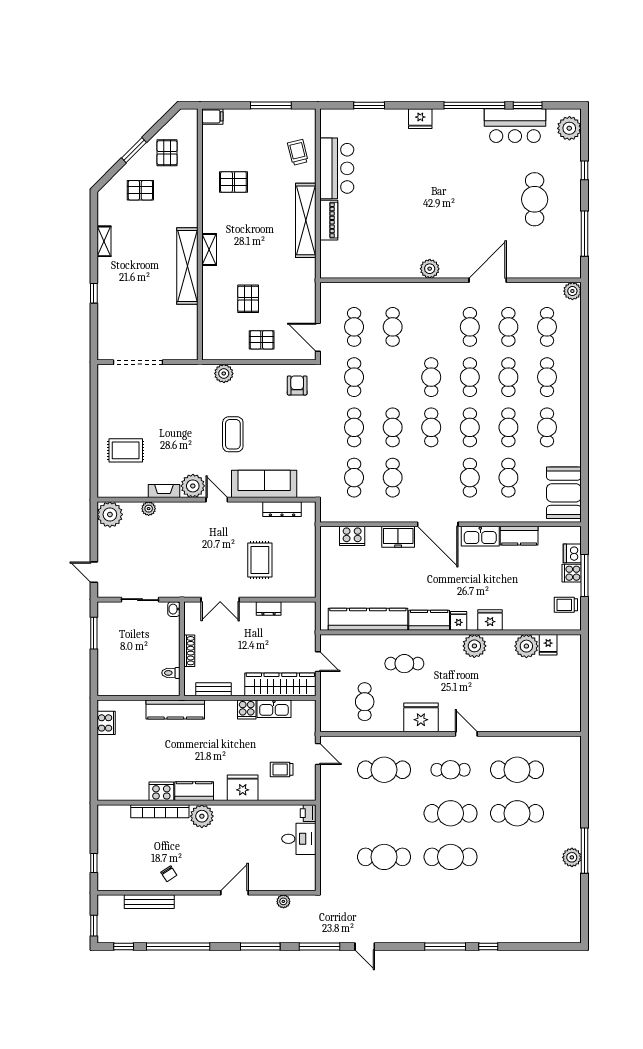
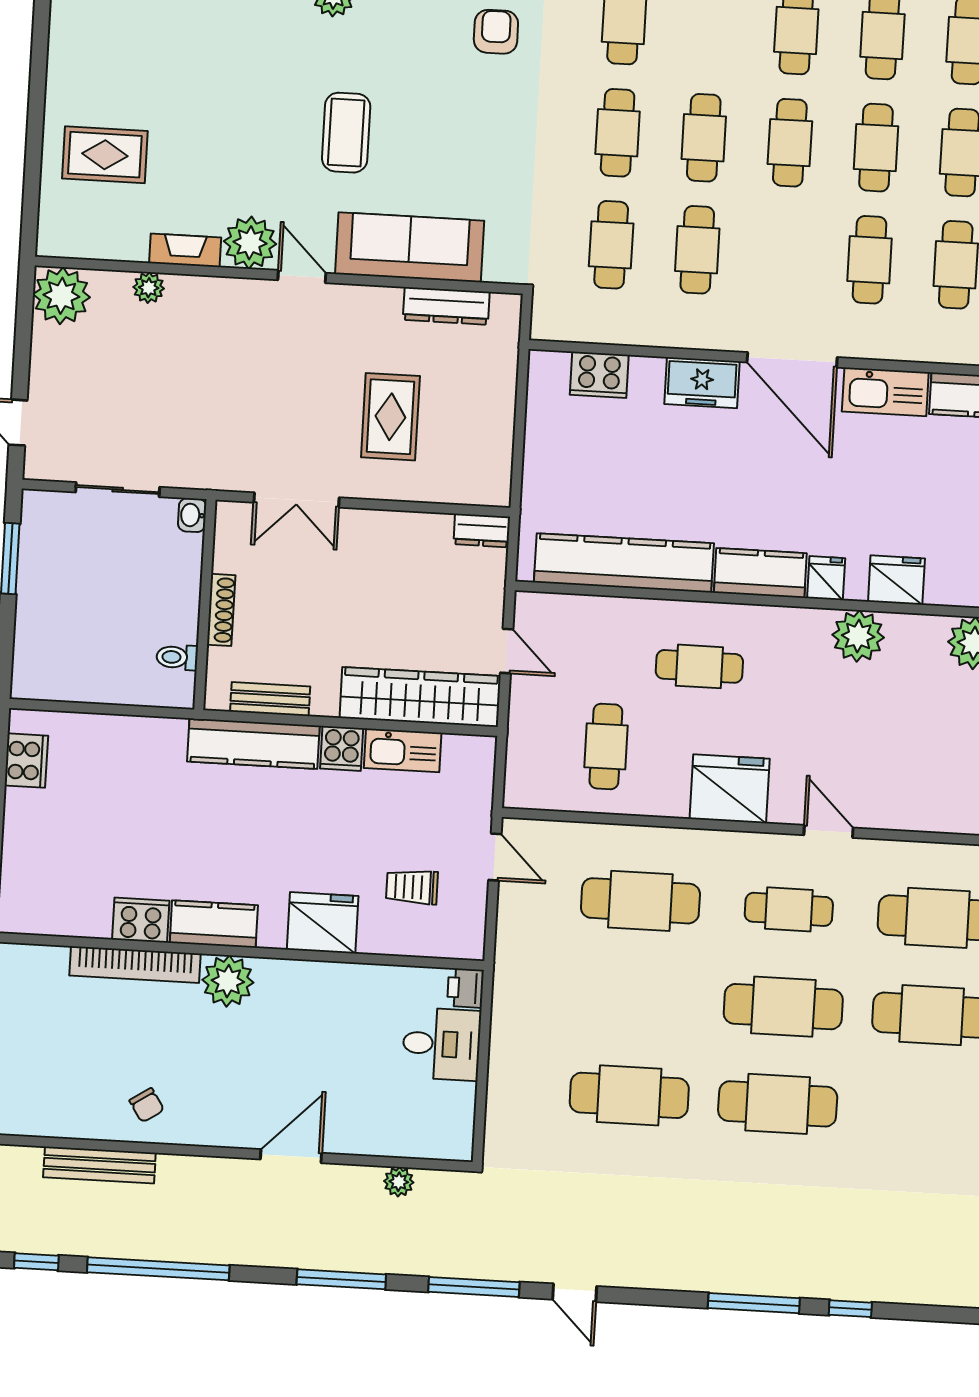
dresser: (269, 608) -> (482, 530), moved
kitchen counter: (175, 710) -> (253, 744), moved

